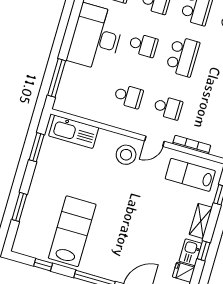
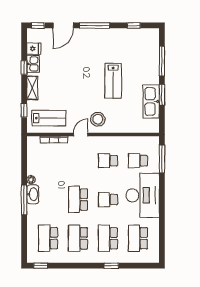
school desk: (168, 108) -> (138, 161), moved
kitchen sink: (74, 132) -> (151, 101), moved, turned -90
window: (37, 147) -> (162, 95), moved
window: (19, 207) -> (162, 61), width x1.44
lab bench: (72, 231) -> (113, 81), moved, width x0.73, depth x0.72

